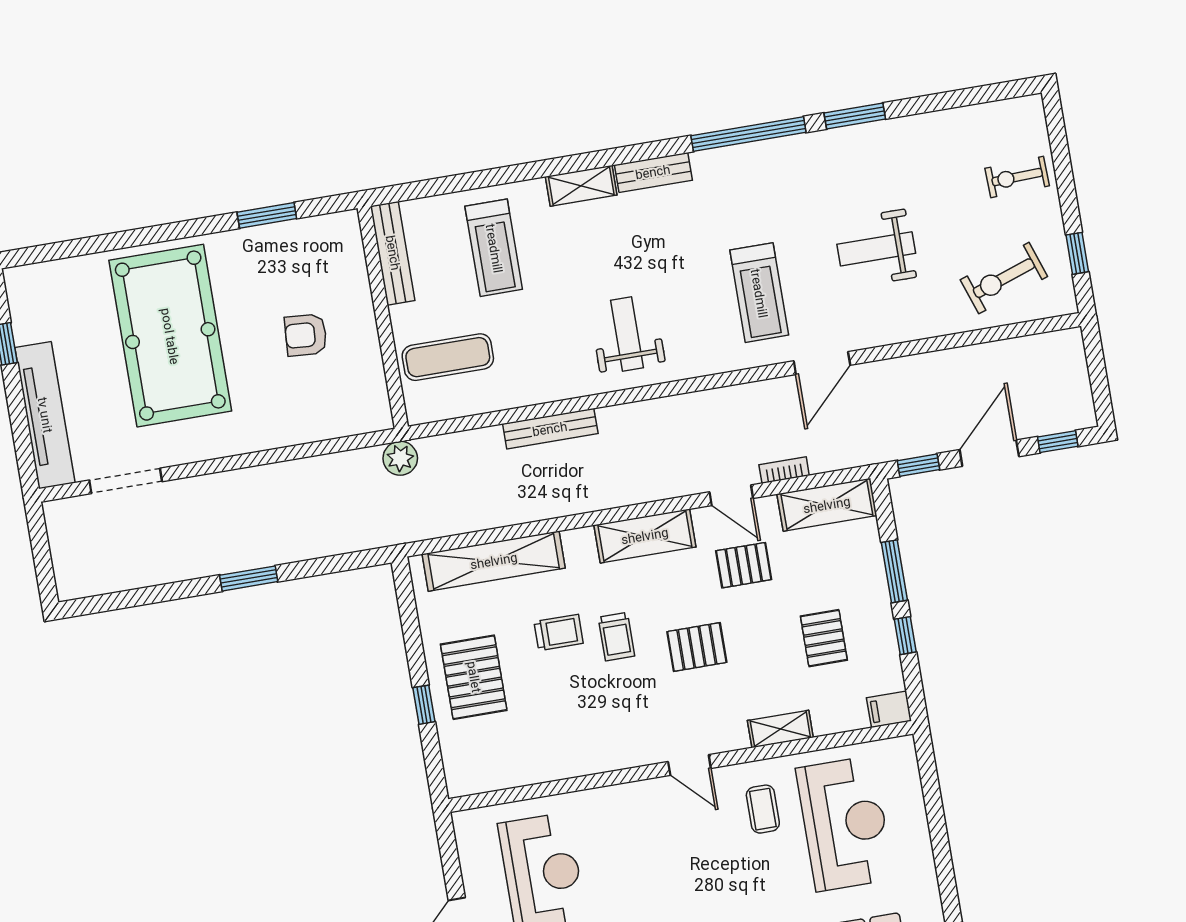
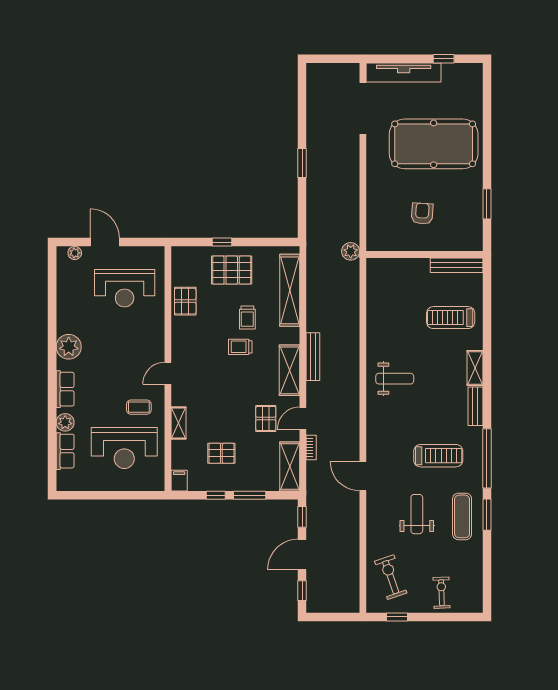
treadmill: (759, 293) -> (438, 456), moved, turned 180
exercise mat: (448, 357) -> (462, 516), moved
bench: (550, 429) -> (313, 357), moved
door: (989, 453) -> (302, 554), swing flipped
doorway: (126, 481) -> (363, 108), width x1.36
pallet: (697, 647) -> (185, 301), moved

